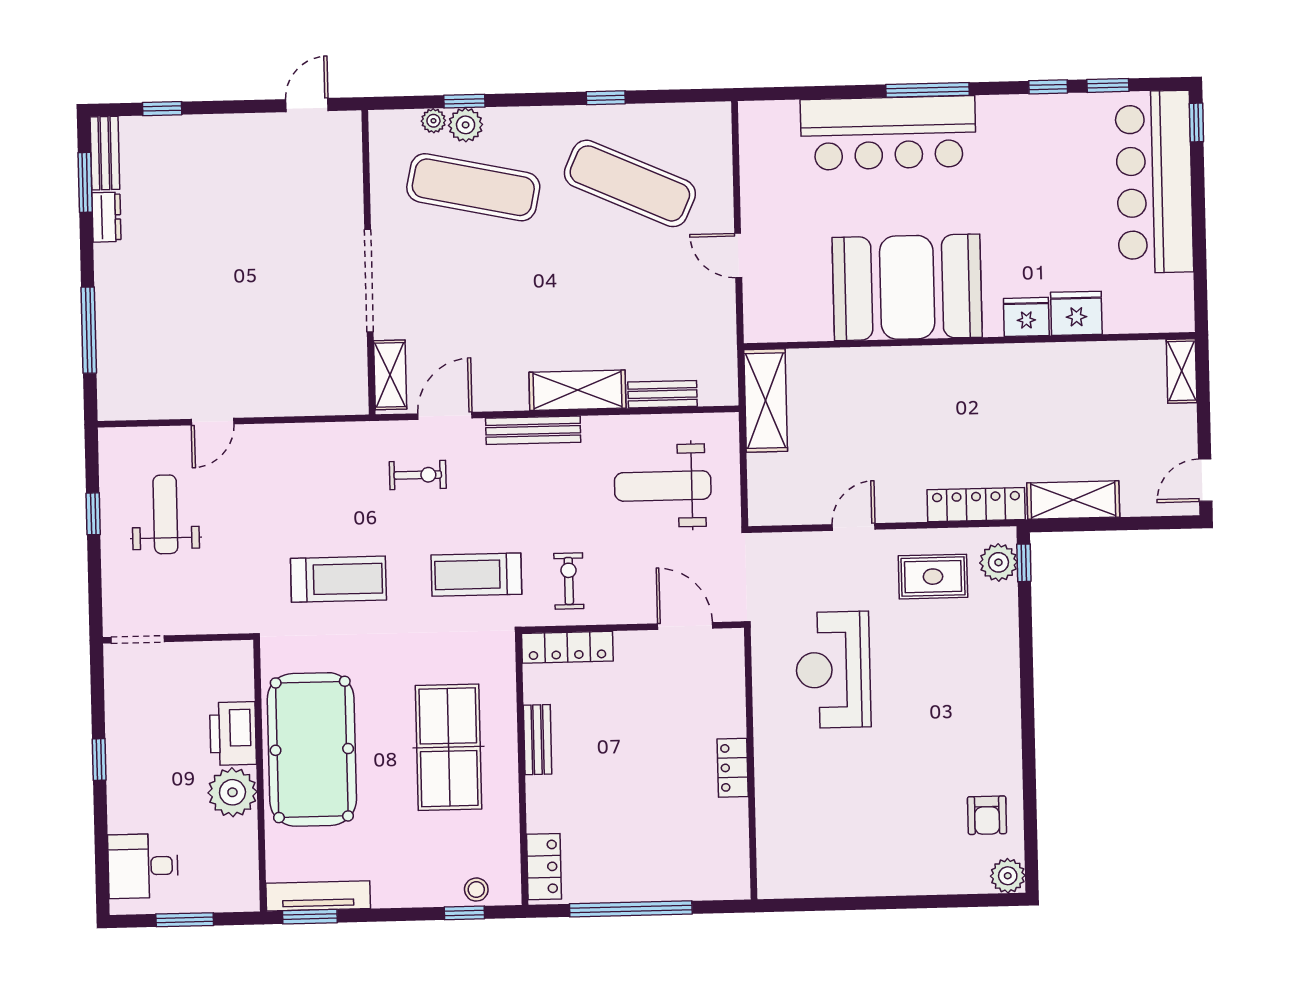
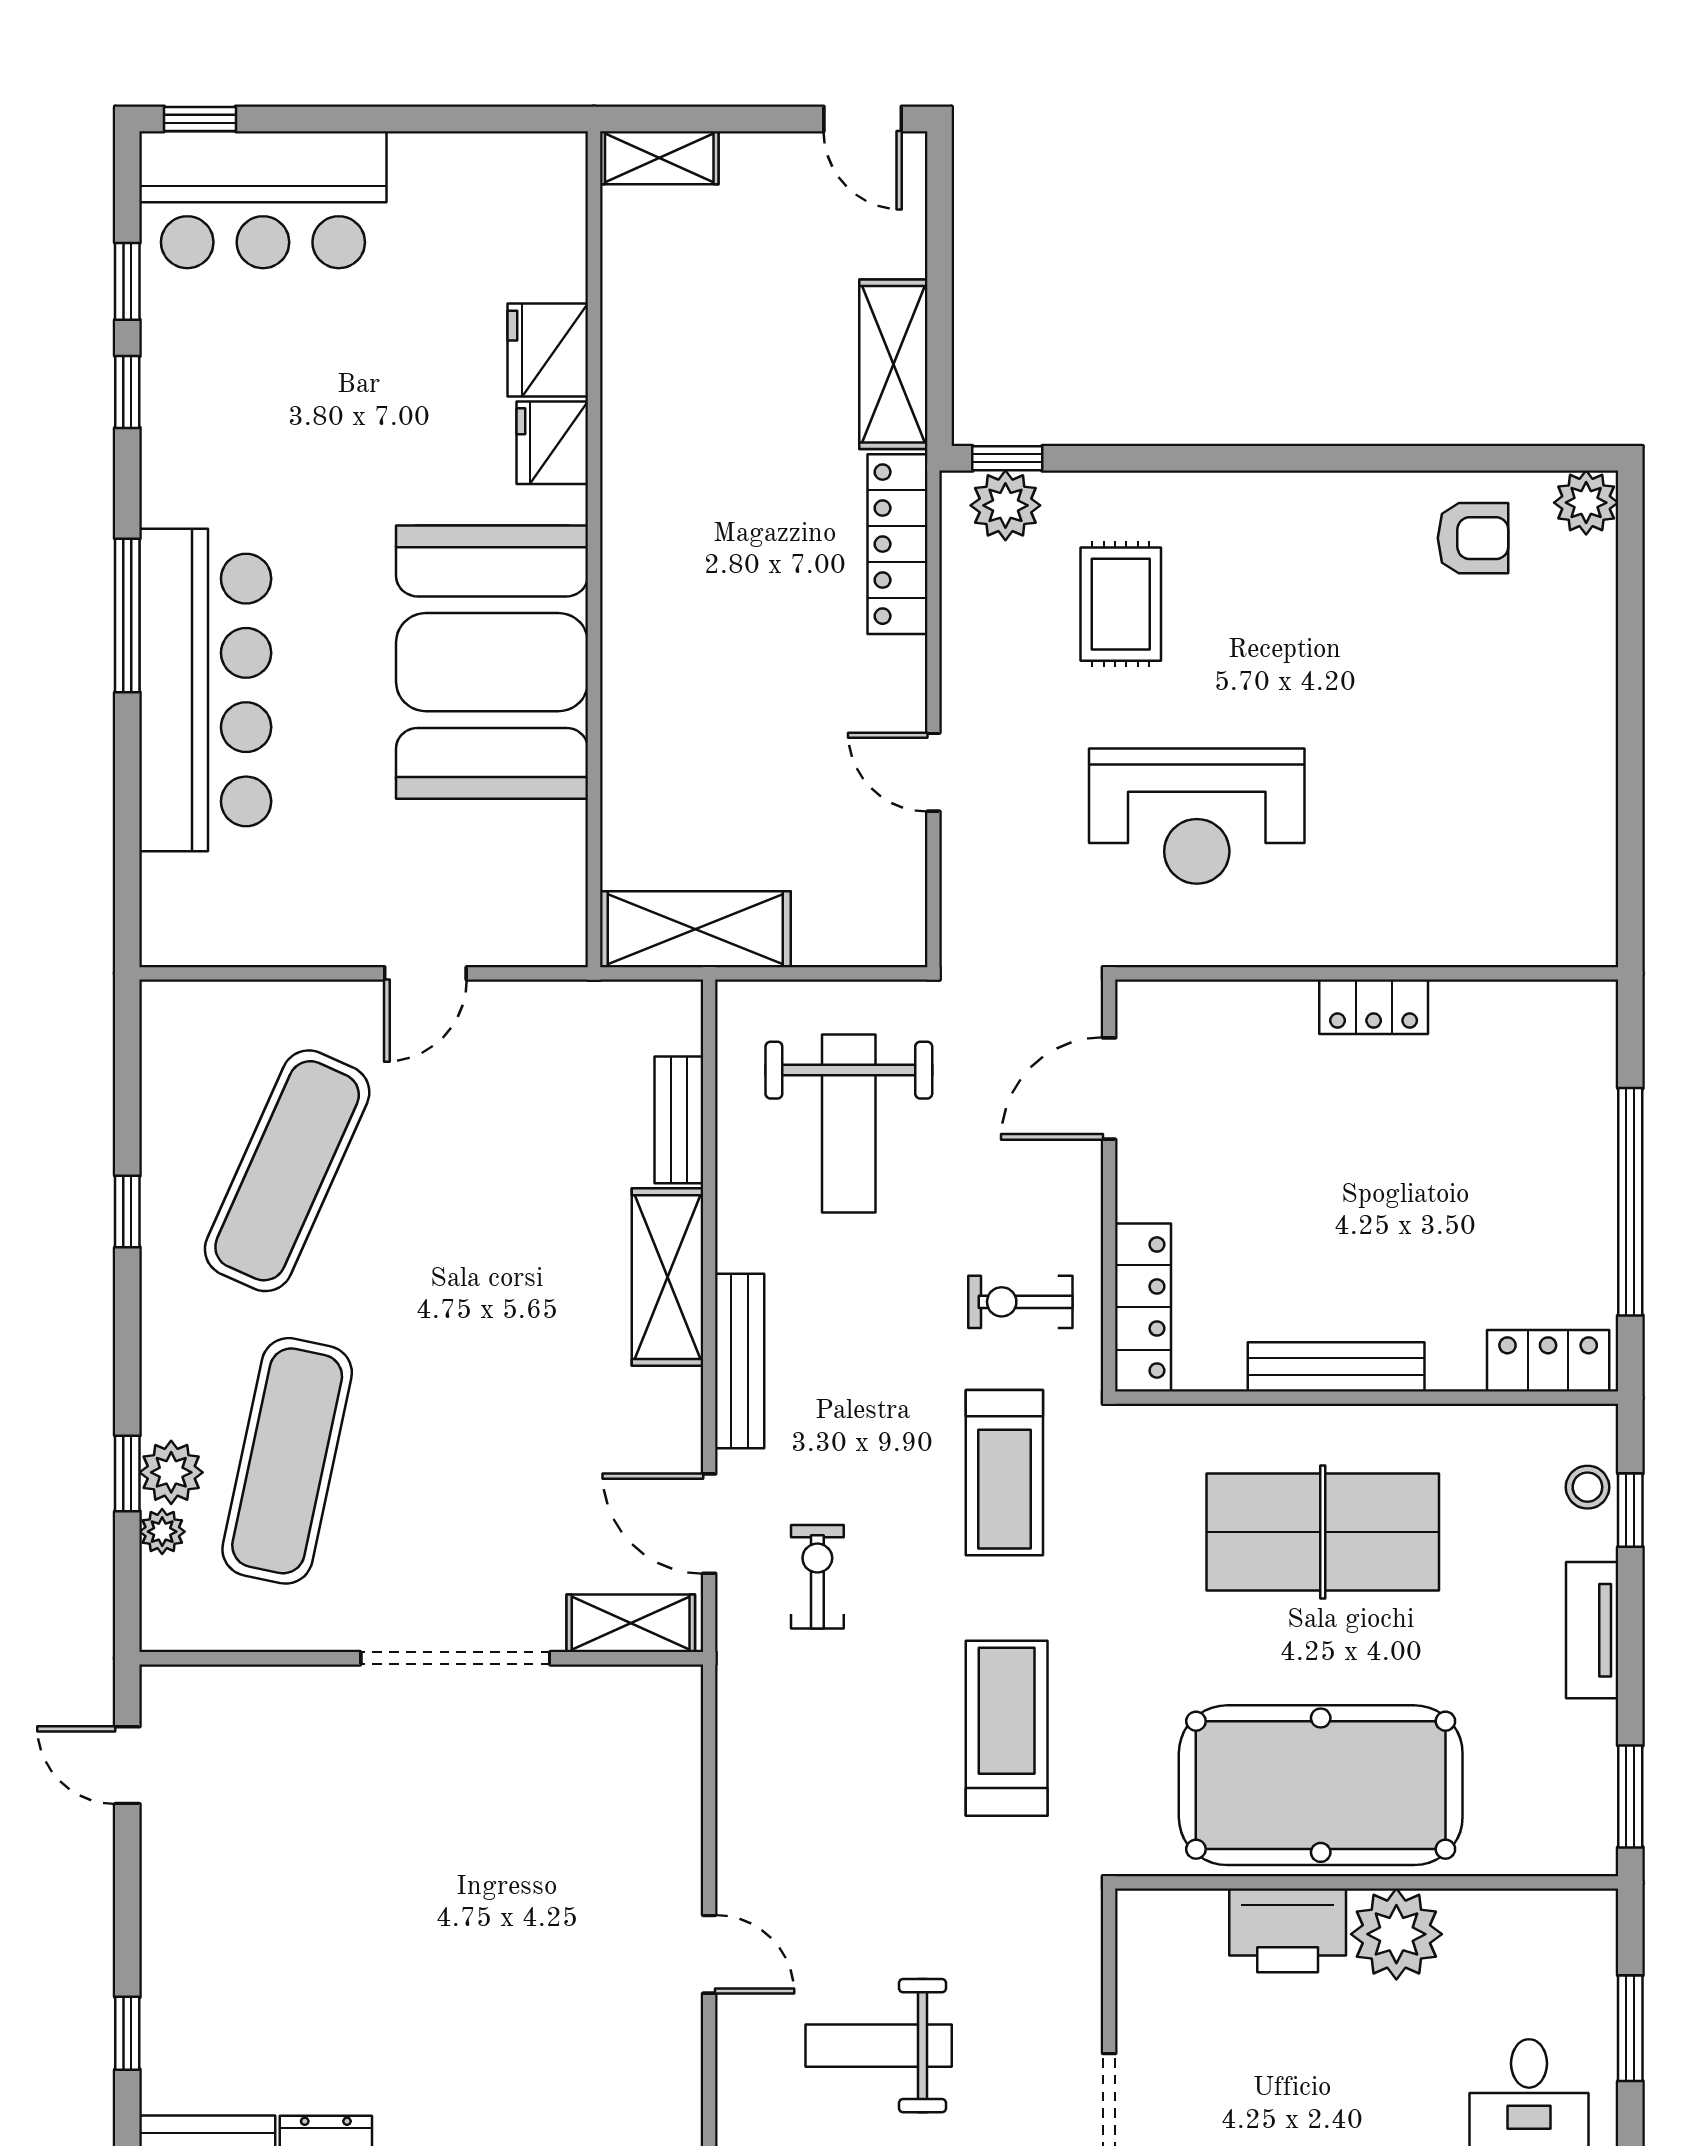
bar counter: (1154, 182) -> (263, 200), width x0.73
rug: (933, 577) -> (1121, 604), moved
bench: (538, 740) -> (1336, 1367), width x1.36
tv unit: (318, 896) -> (1592, 1630), moved, width x0.71

